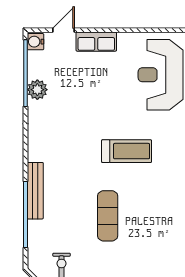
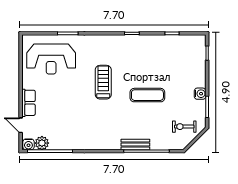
plant: (37, 90) -> (42, 143), moved
bench: (35, 191) -> (135, 144), width x0.73

